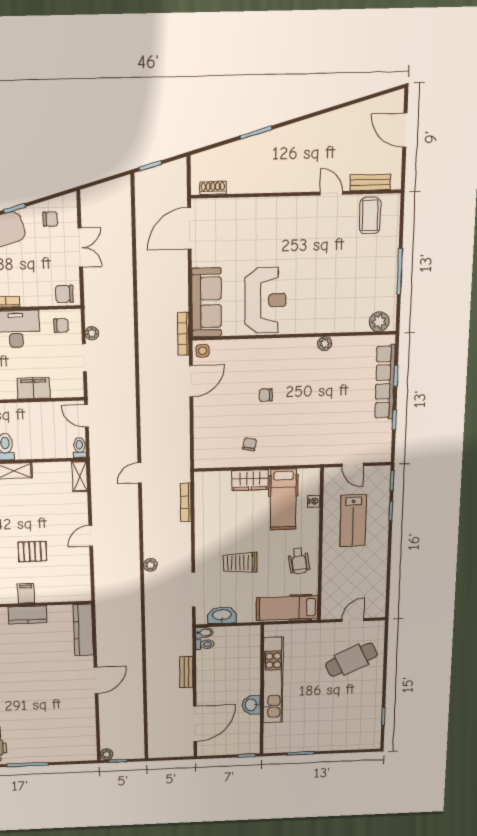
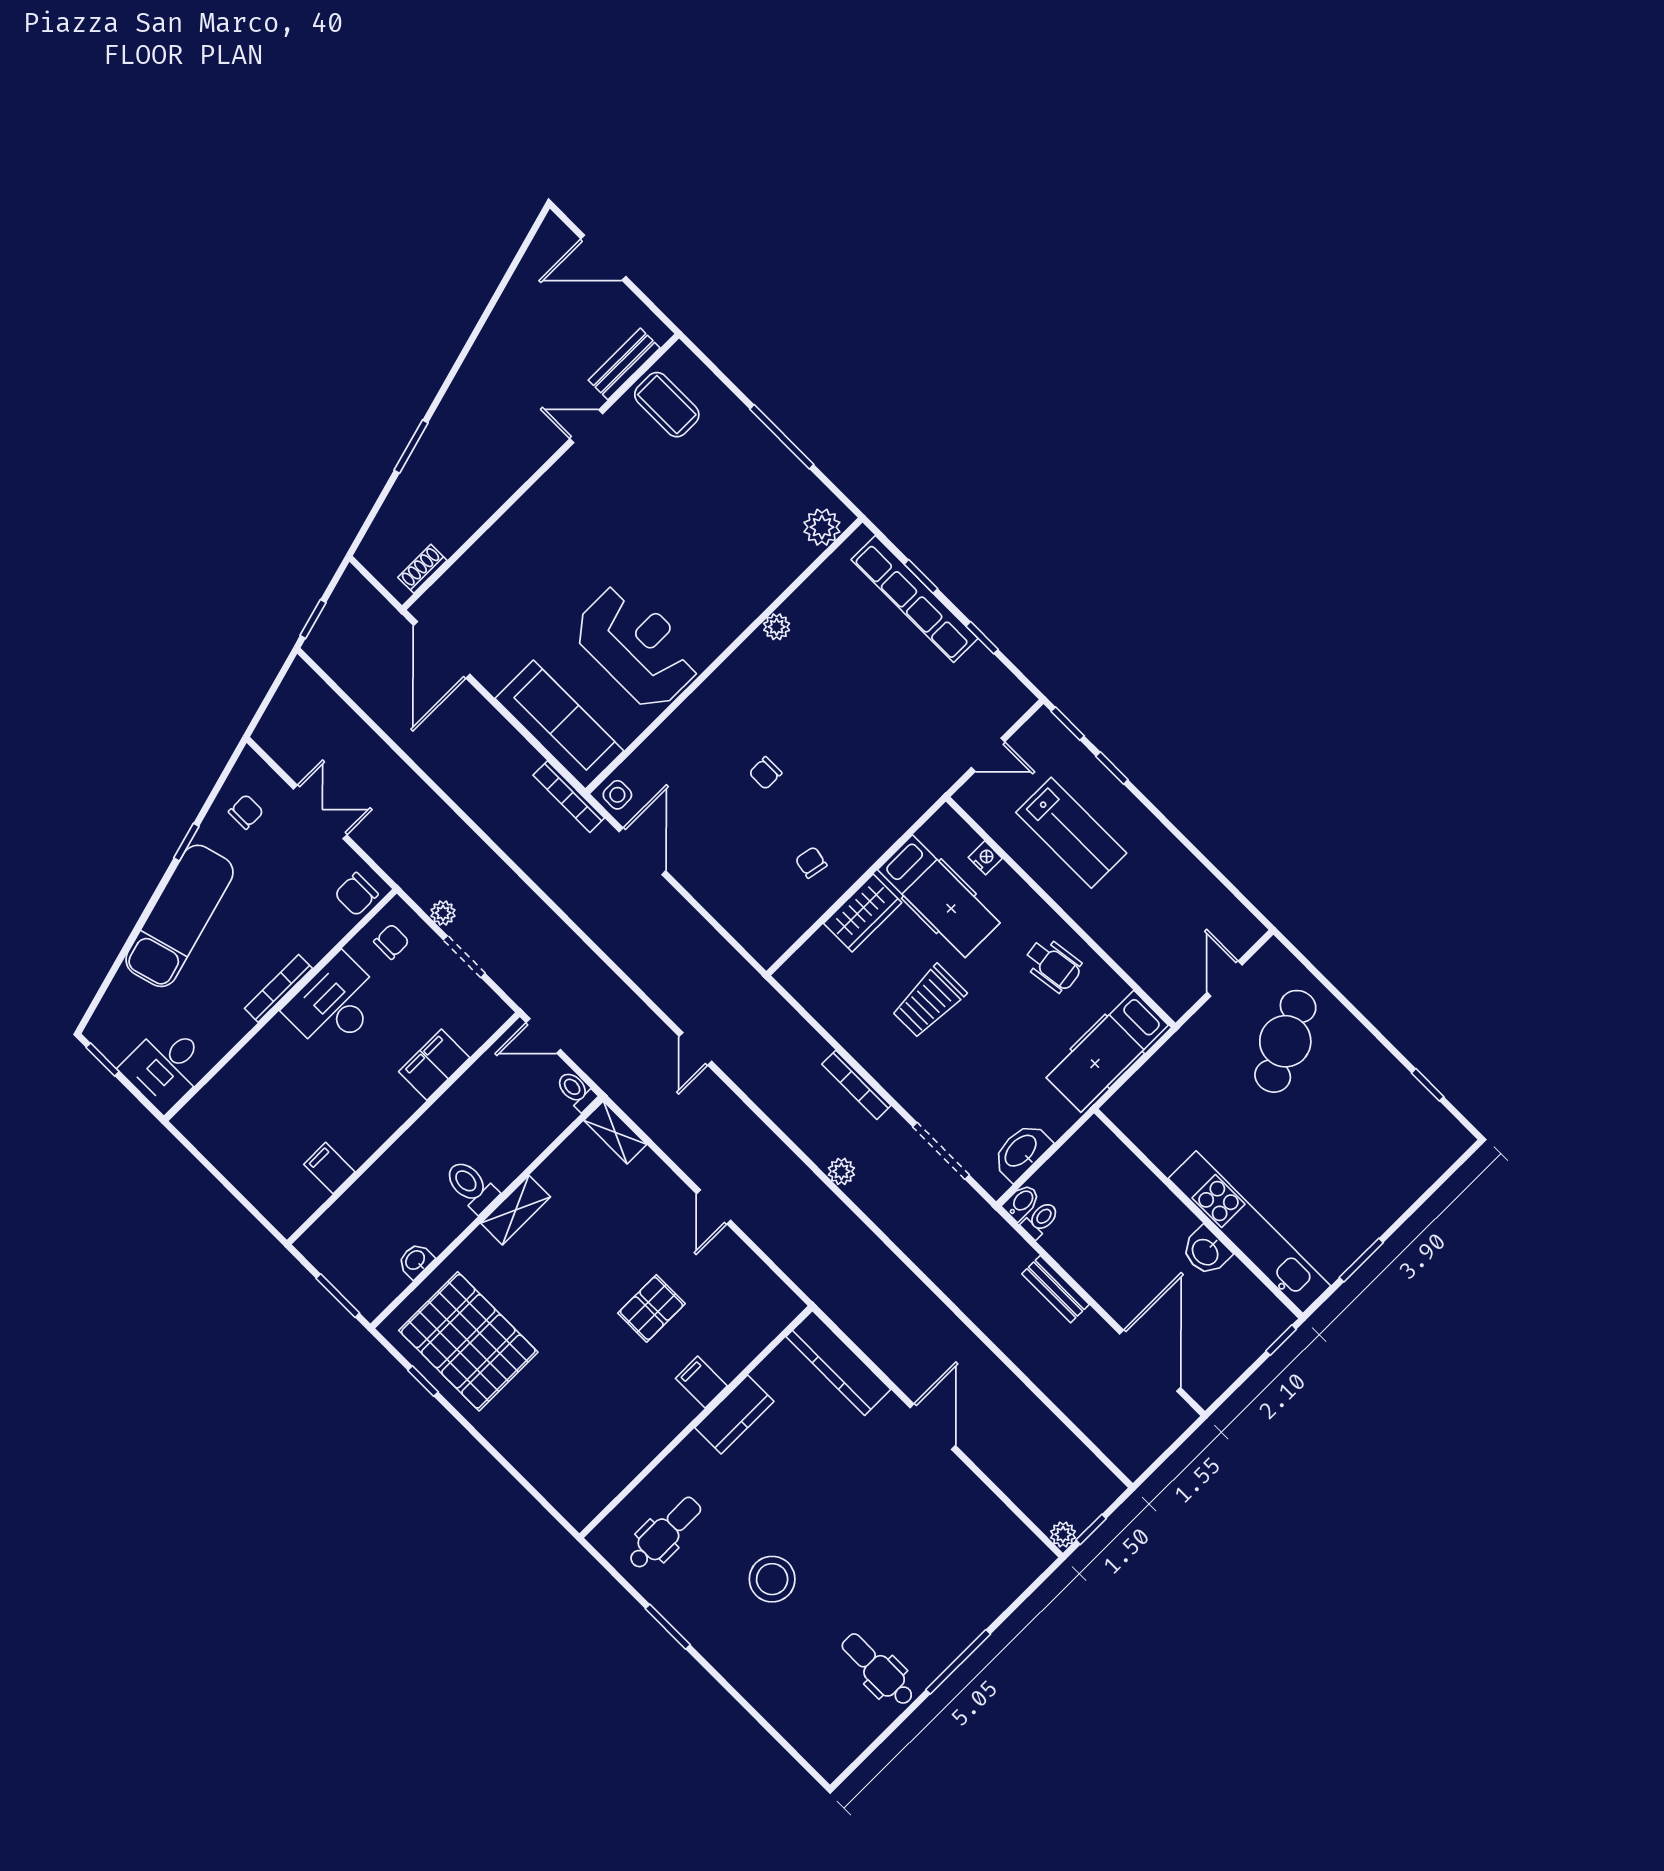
bookcase: (186, 503) -> (856, 1085), moved
trolley: (240, 563) -> (929, 1001), moved
kitchen unit: (273, 680) -> (1249, 1232), moved

